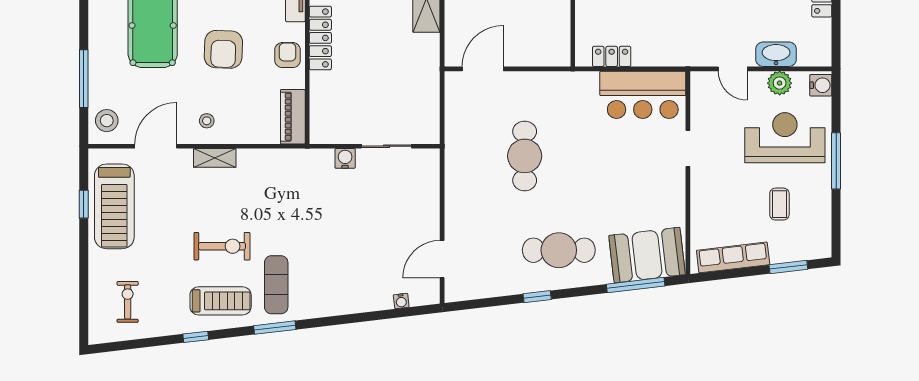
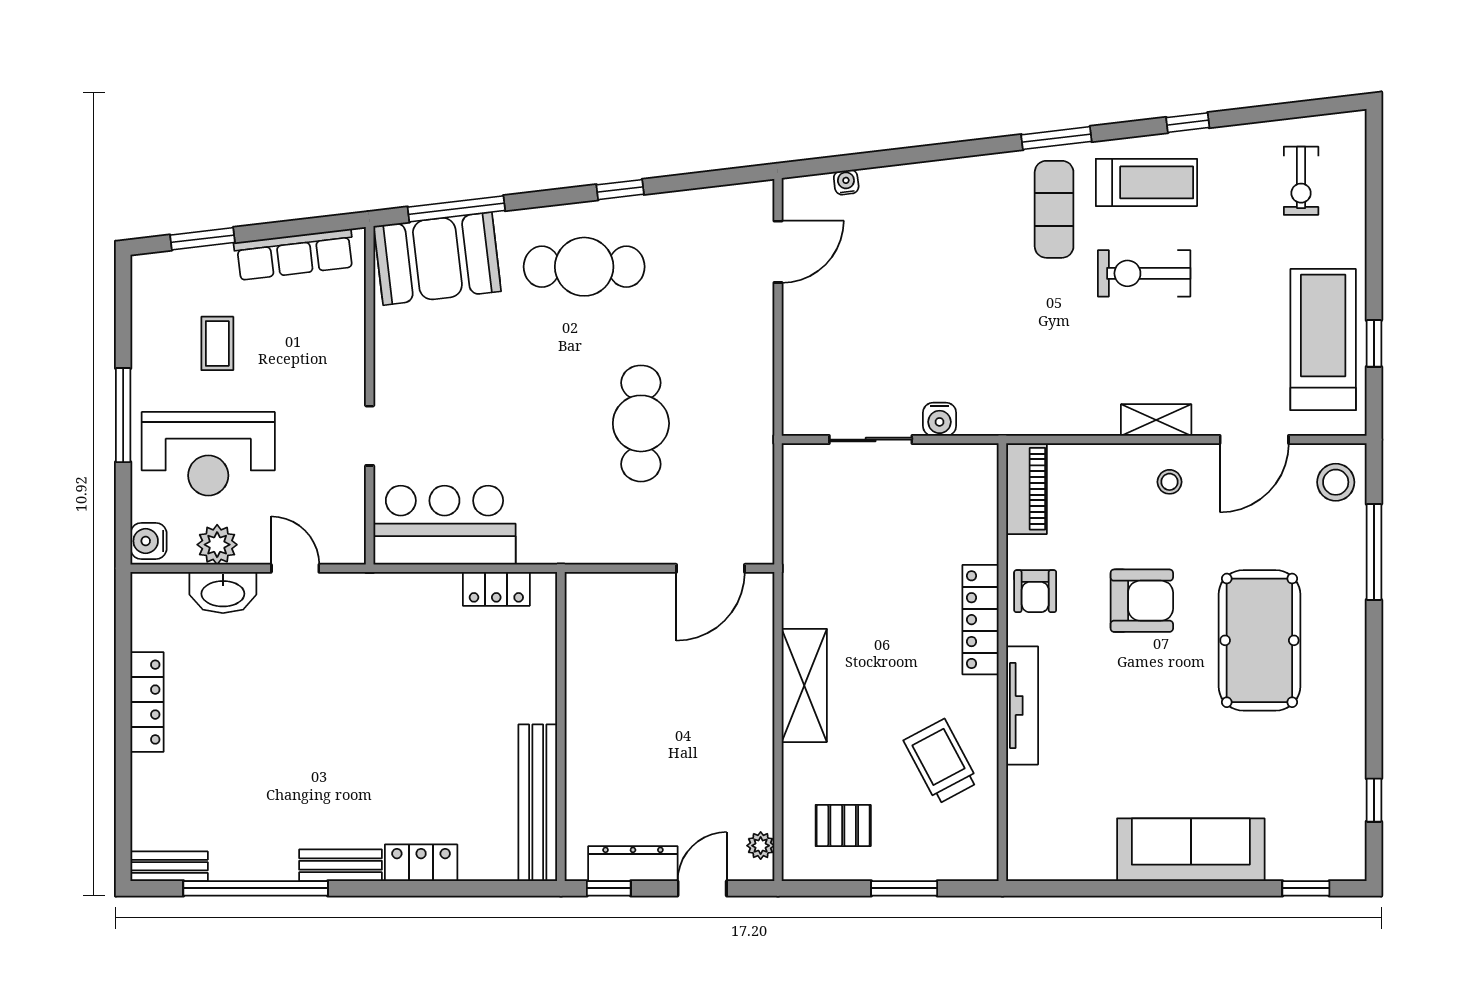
armchair: (223, 49) -> (1142, 601), turned 88
treadmill: (221, 301) -> (1147, 182), turned 180

